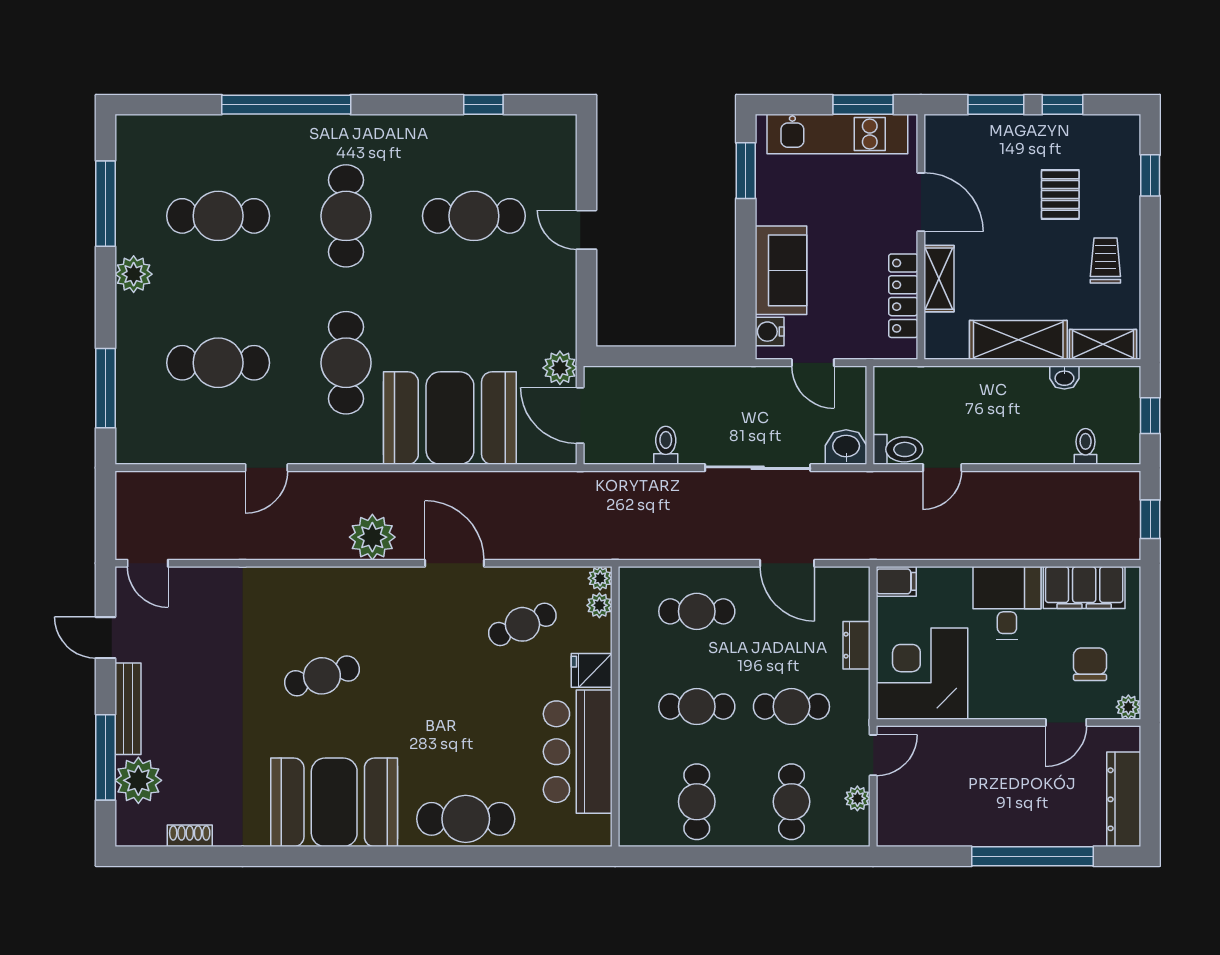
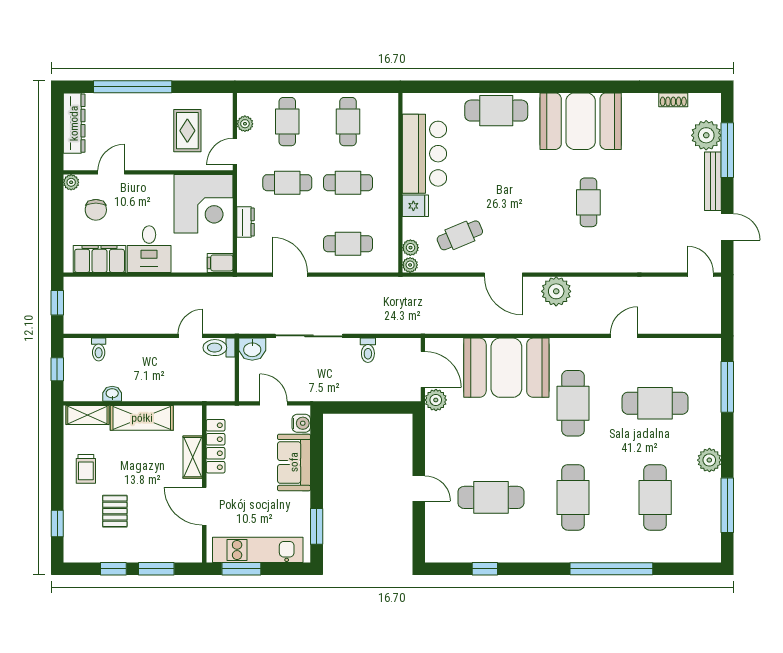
cafe table: (218, 216) -> (655, 497), turned 90
cafe table: (322, 676) -> (588, 202), turned -74
rug: (947, 788) -> (187, 131), added

